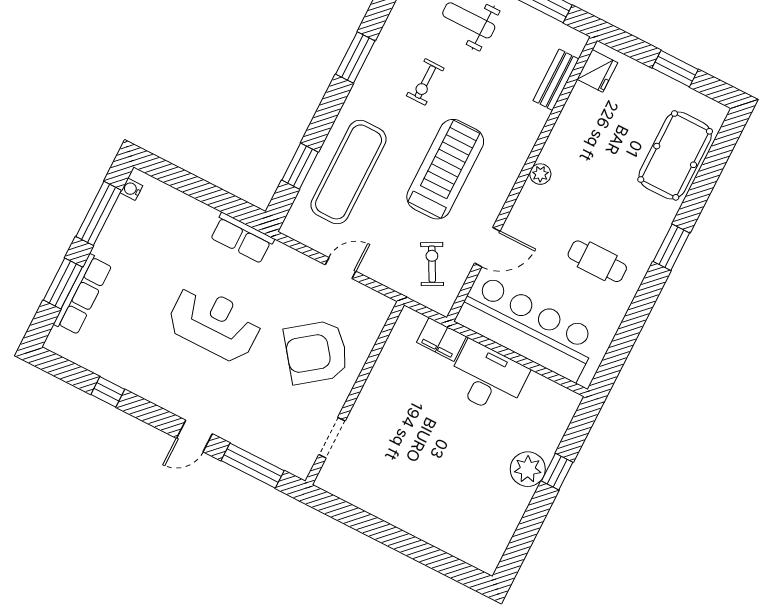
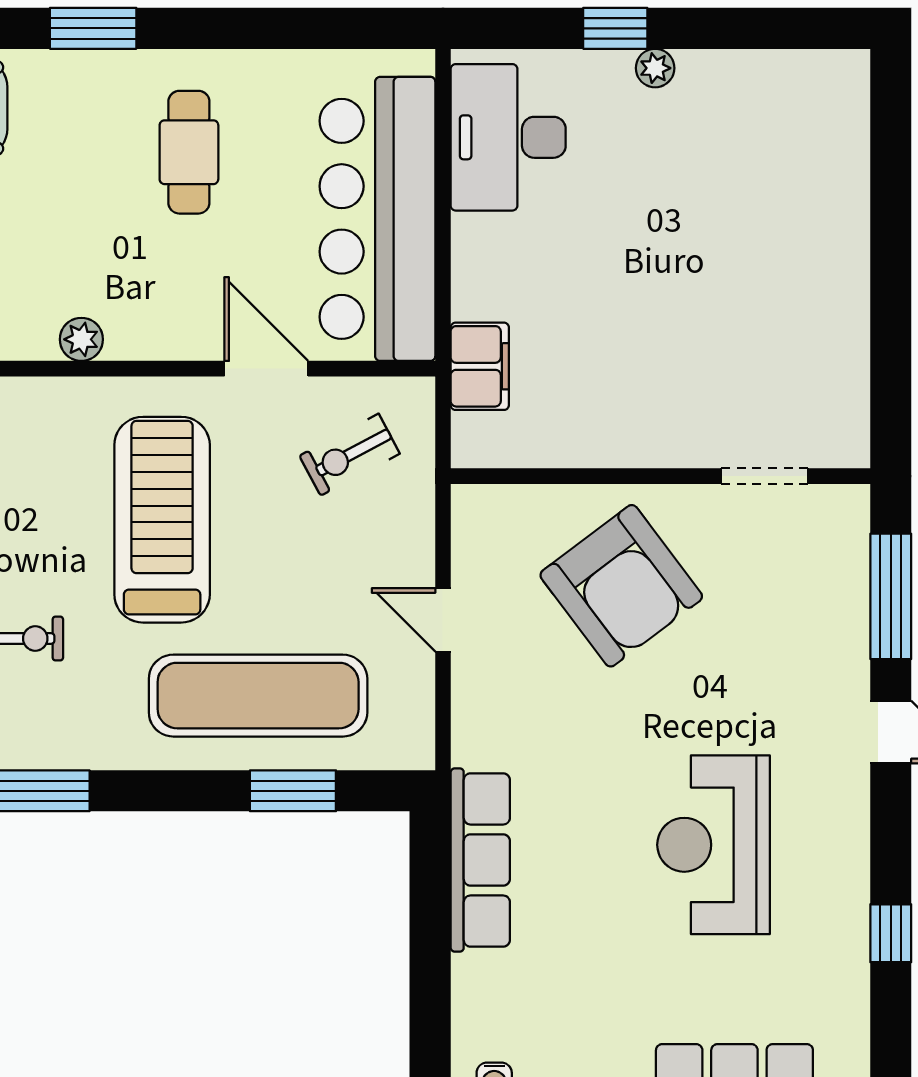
treadmill: (445, 169) -> (162, 520), turned 90
row of seats: (242, 238) -> (480, 860), width x1.48
reception desk: (214, 323) -> (713, 845), moved
desk: (487, 378) -> (508, 137), moved
plant: (528, 469) -> (655, 68), width x0.53, depth x0.53

